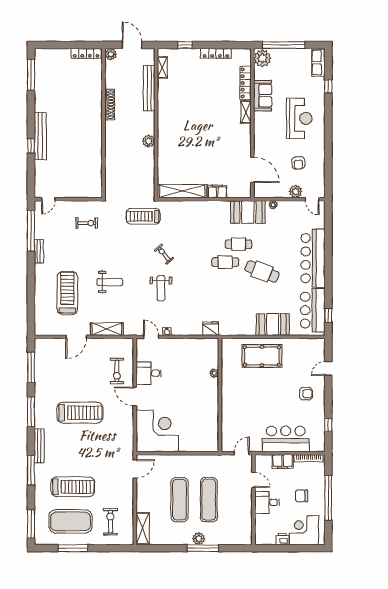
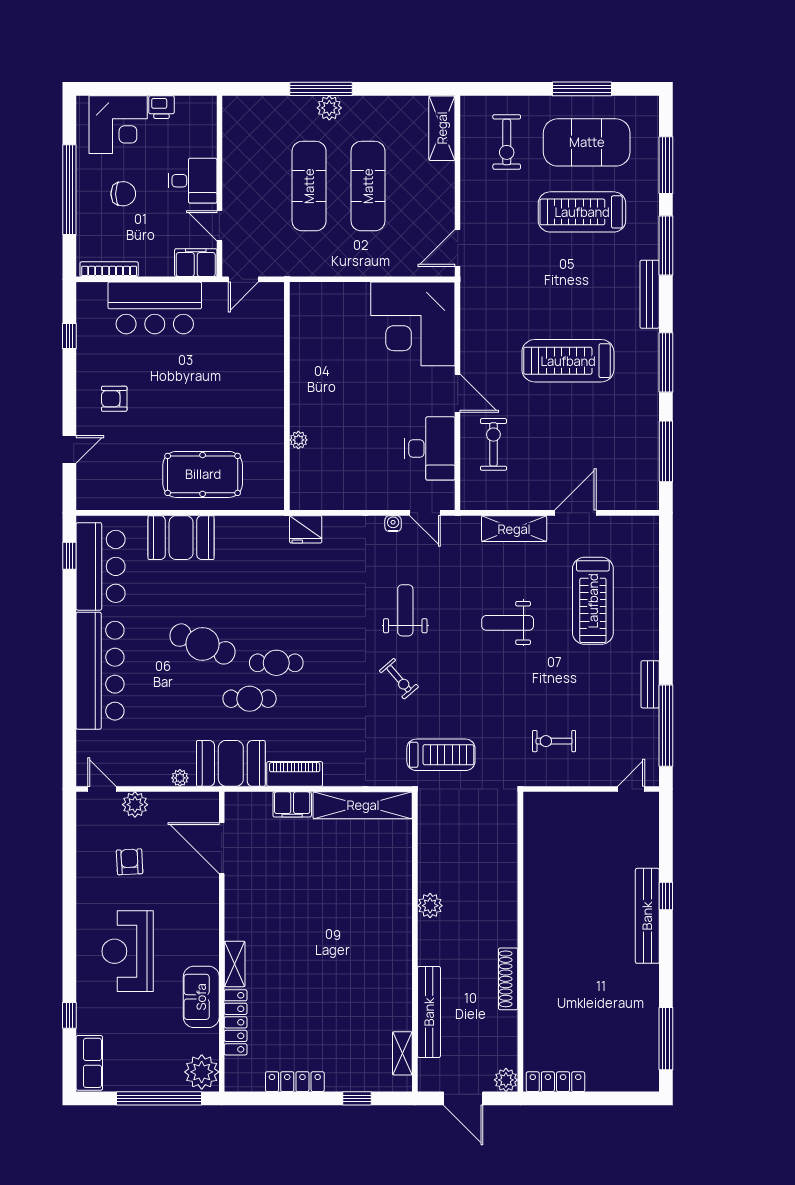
piano: (216, 207) -> (295, 774), added
desk: (149, 373) -> (430, 448), width x1.37
filing cabinet: (283, 462) -> (196, 263), moved
window: (31, 524) -> (666, 165), moved

